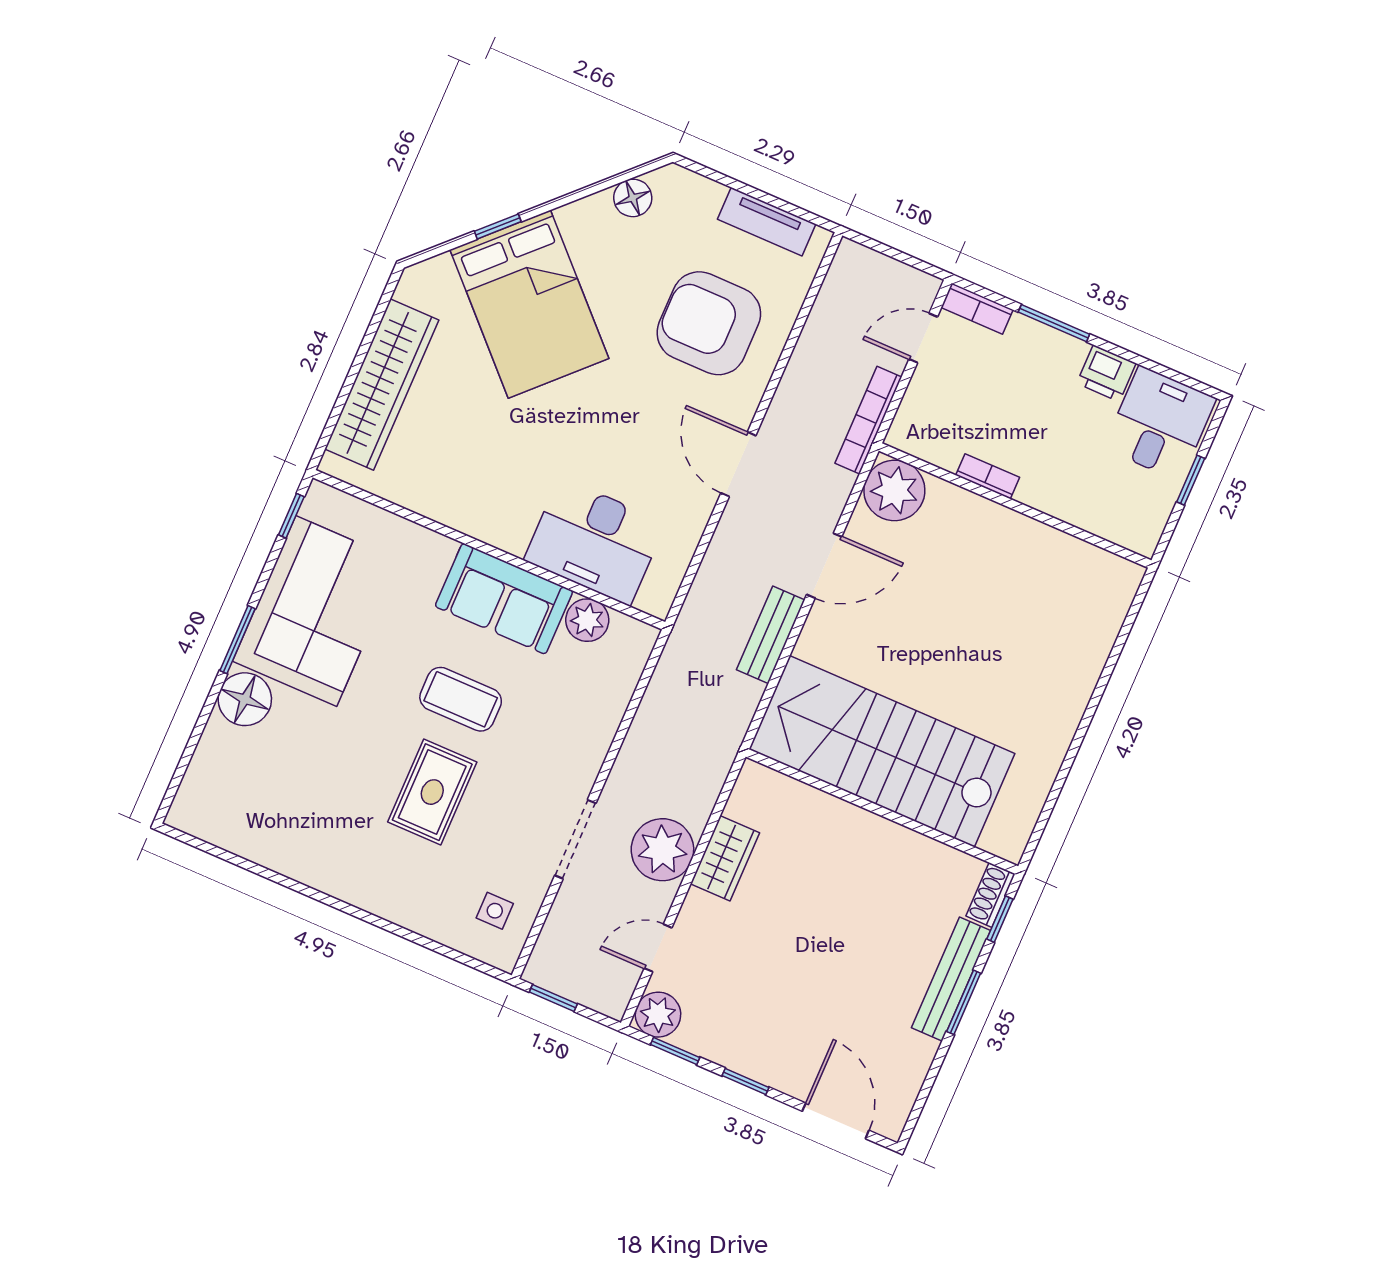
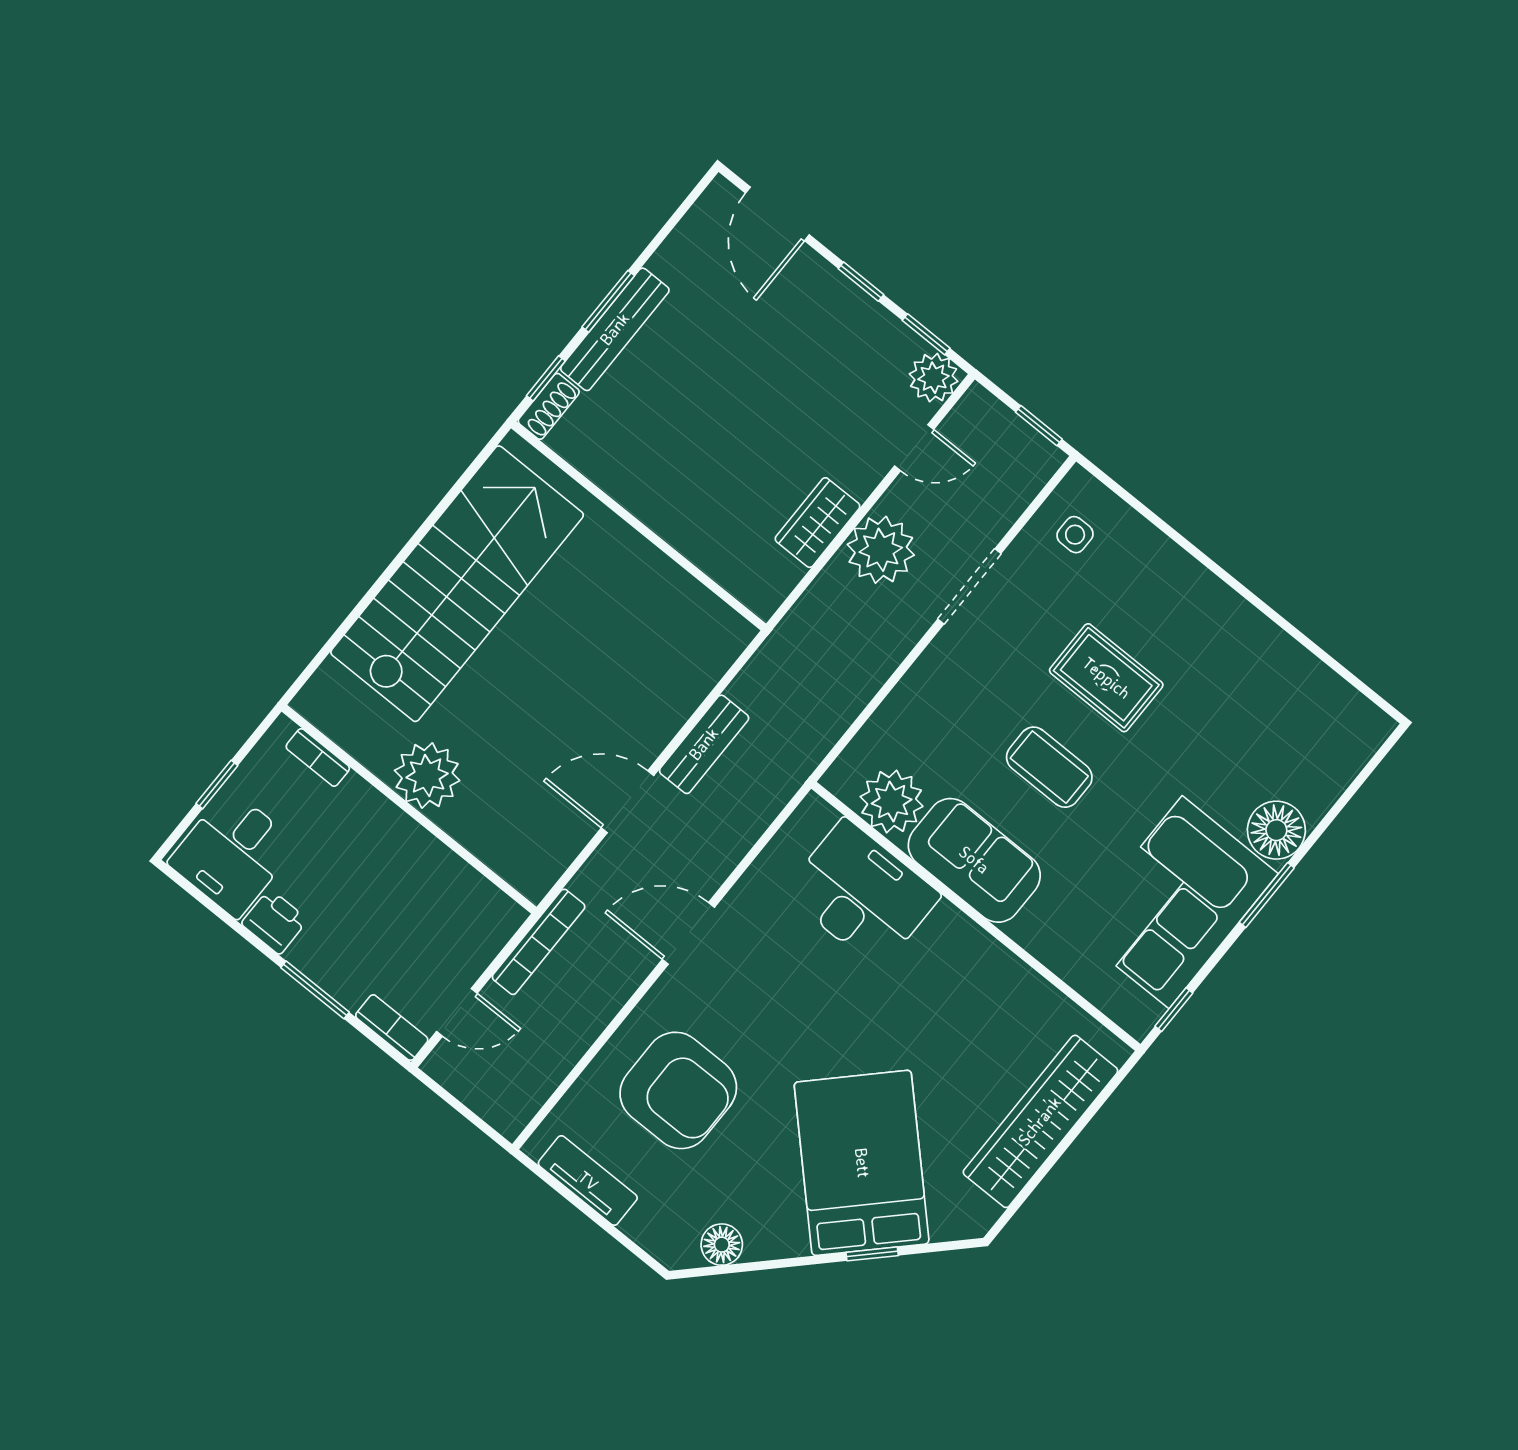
door: (738, 464) -> (688, 933), swing flipped
bookcase: (988, 476) -> (318, 757), moved
plant: (894, 490) -> (427, 776), moved
plant: (587, 620) -> (892, 801), width x1.36, depth x1.36
stairs: (882, 751) -> (457, 584), moved, turned -90
rug: (432, 792) -> (1106, 678), turned 90

